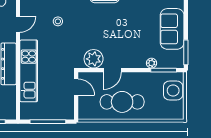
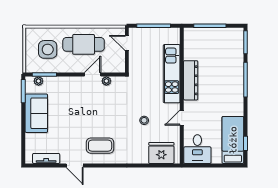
plant: (94, 59) -> (106, 81), width x0.53, depth x0.53
plant: (151, 63) -> (38, 81), moved
door: (76, 87) -> (127, 43), moved
side table: (173, 90) -> (48, 49), moved

